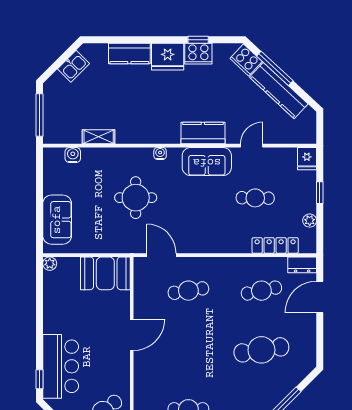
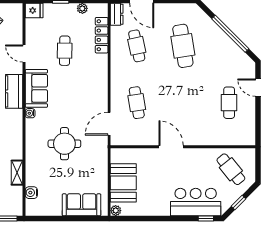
water cooler: (160, 153) -> (30, 113), moved
booth: (105, 273) -> (123, 183), moved

